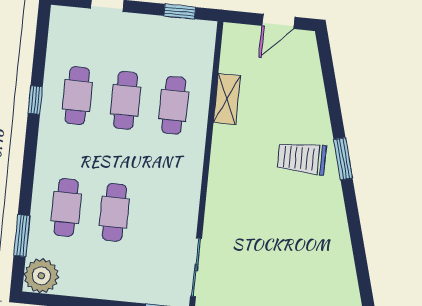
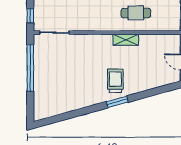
shelving: (227, 99) -> (126, 40), moved

